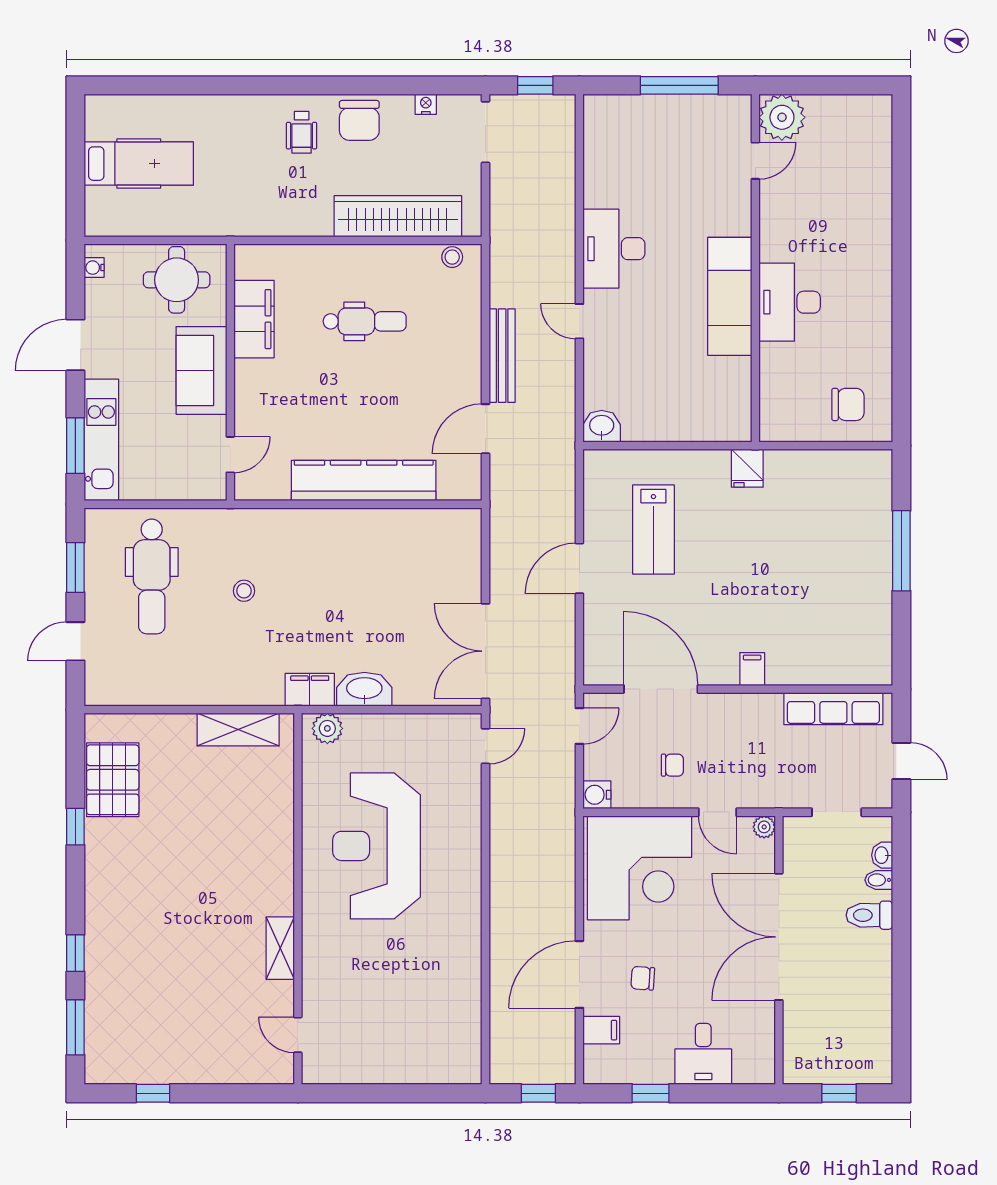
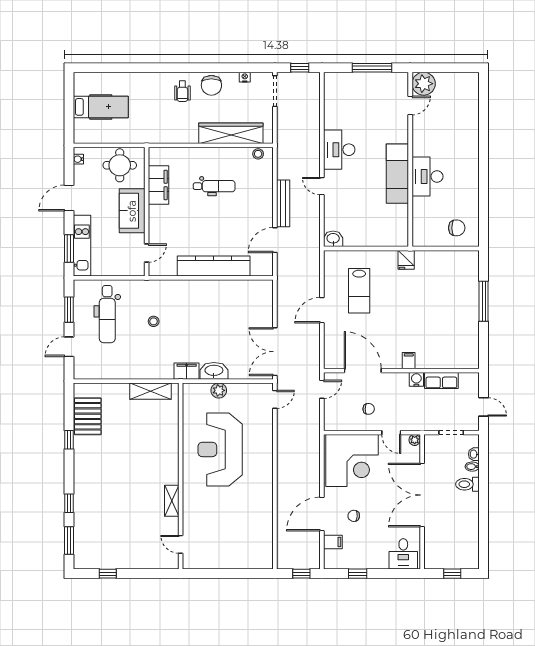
row of seats: (833, 709) -> (441, 381), width x0.68
plant: (327, 728) -> (219, 390), moved
water cooler: (597, 795) -> (416, 379), moved, turned 90
desk: (703, 1054) -> (403, 554), moved

